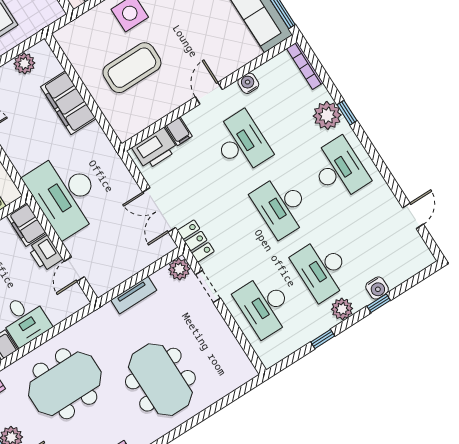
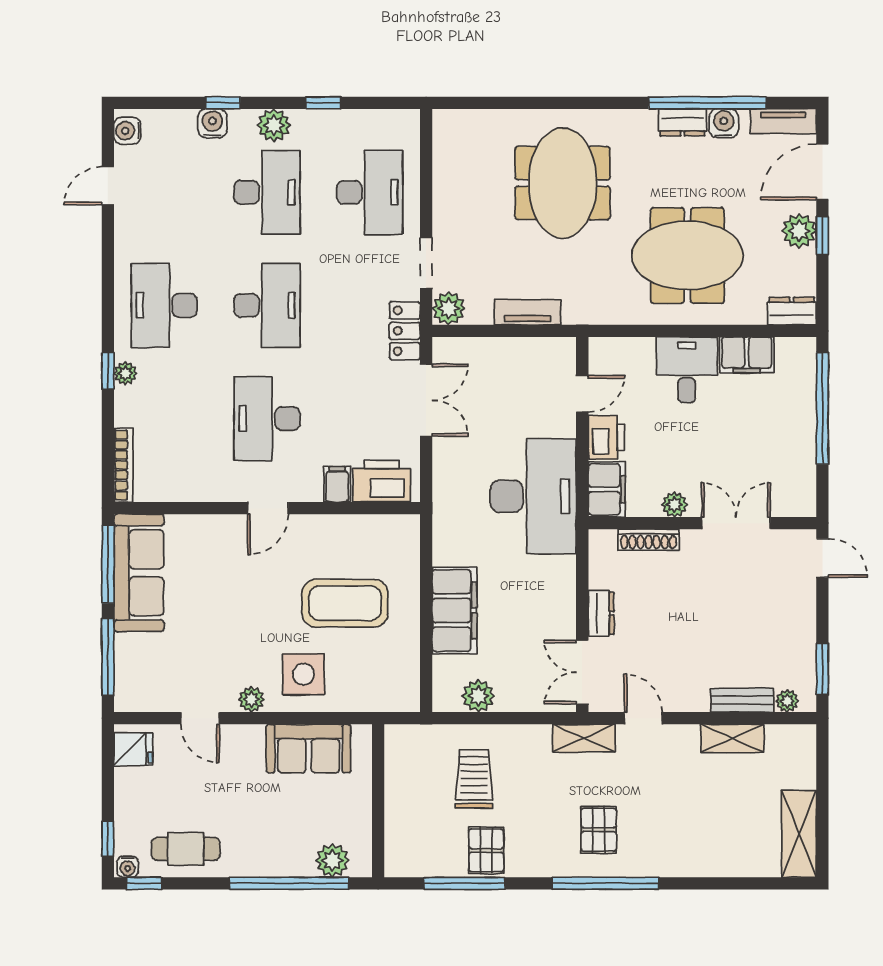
water cooler: (248, 83) -> (127, 131), moved, turned 90
plant: (327, 115) -> (125, 373), width x0.53, depth x0.53

